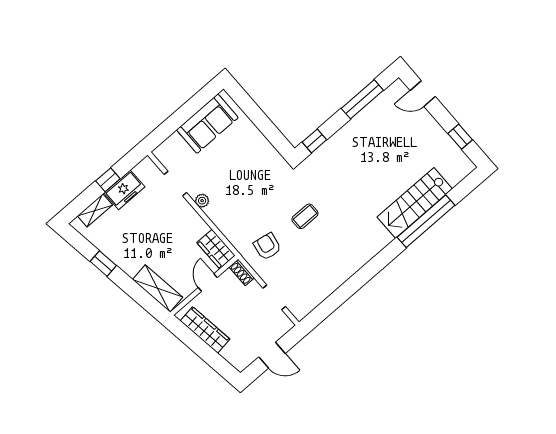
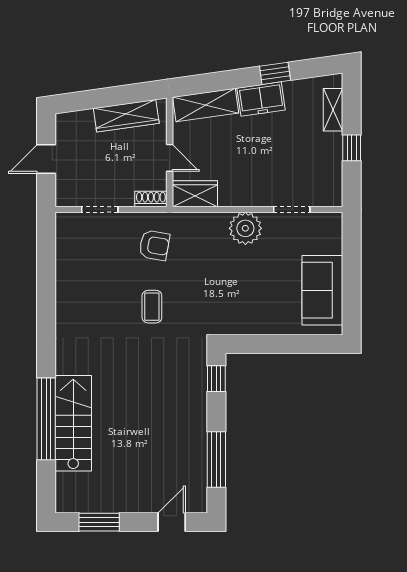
window: (460, 137) -> (99, 522), width x1.50
freezer: (124, 190) -> (261, 99), moved, turned -98
plant: (202, 201) -> (245, 228), width x1.88, depth x1.88

